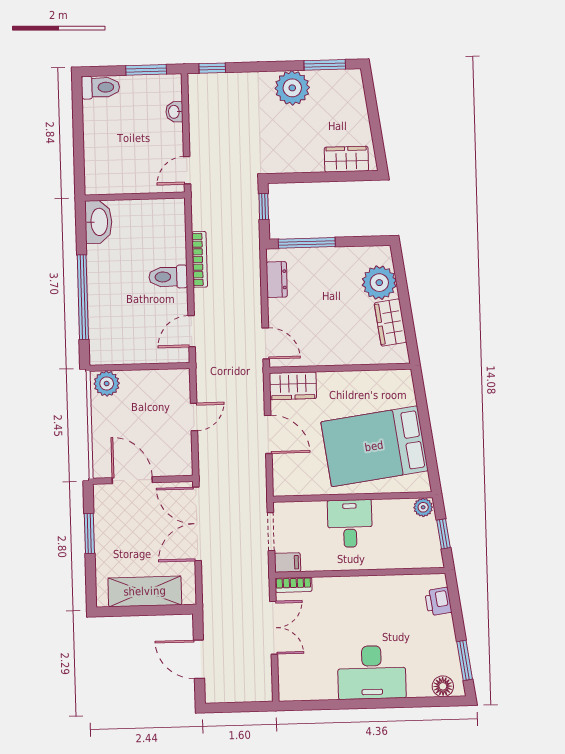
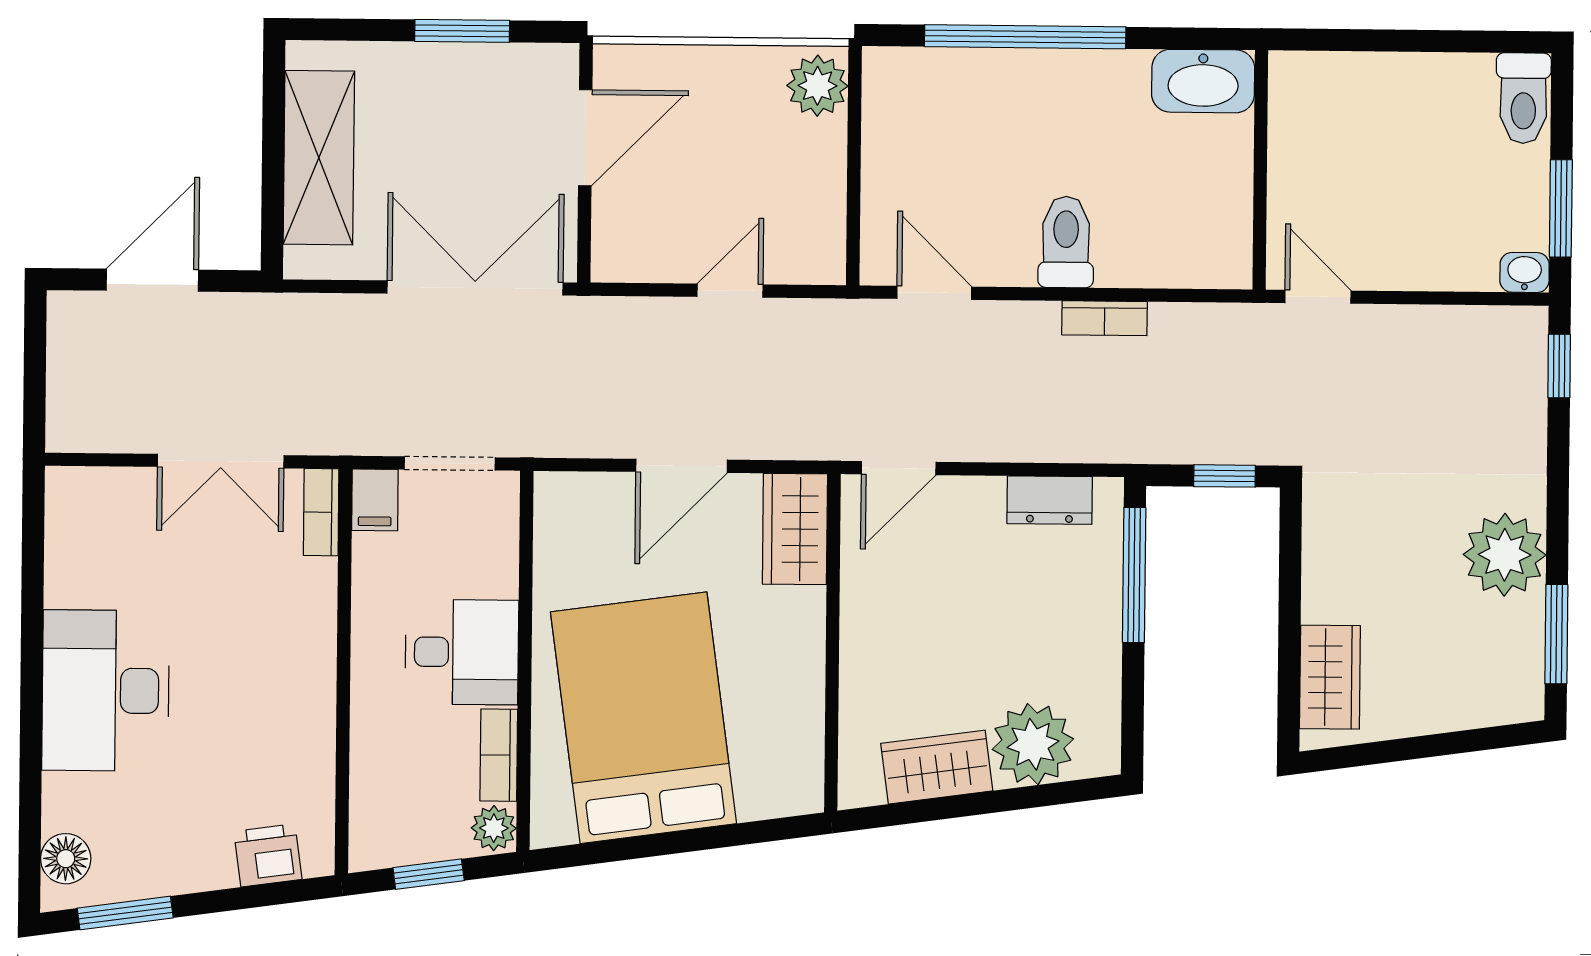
washbasin: (174, 112) -> (1525, 272), moved
bookcase: (200, 259) -> (1105, 318), width x0.64
door: (194, 417) -> (730, 291), swing flipped
bookcase: (392, 506) -> (499, 755), added

